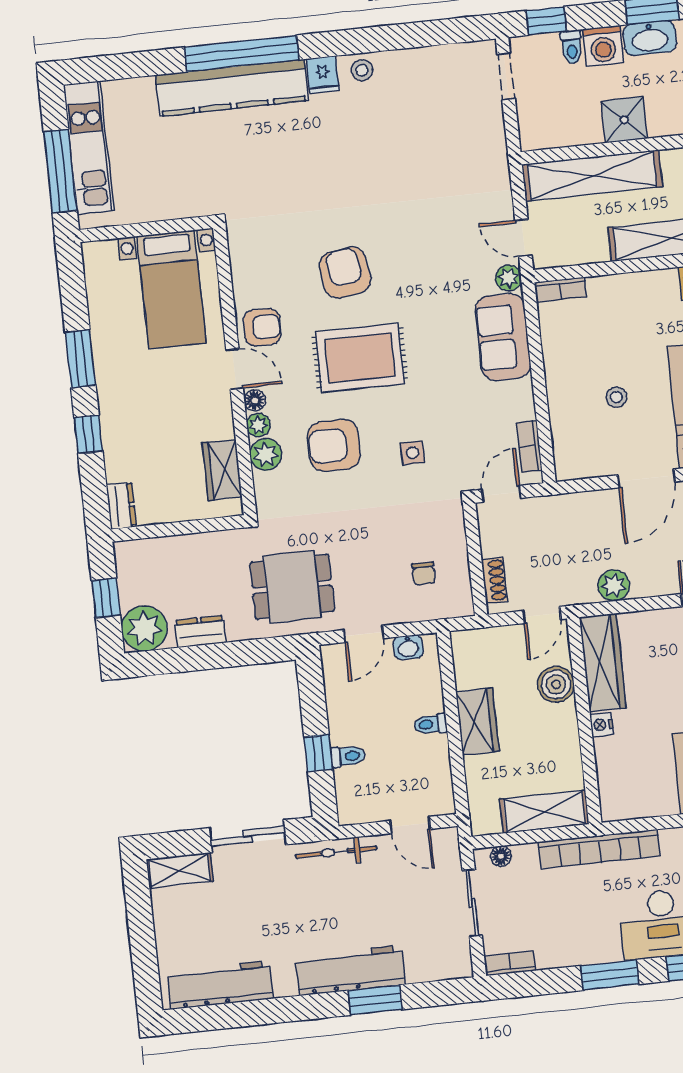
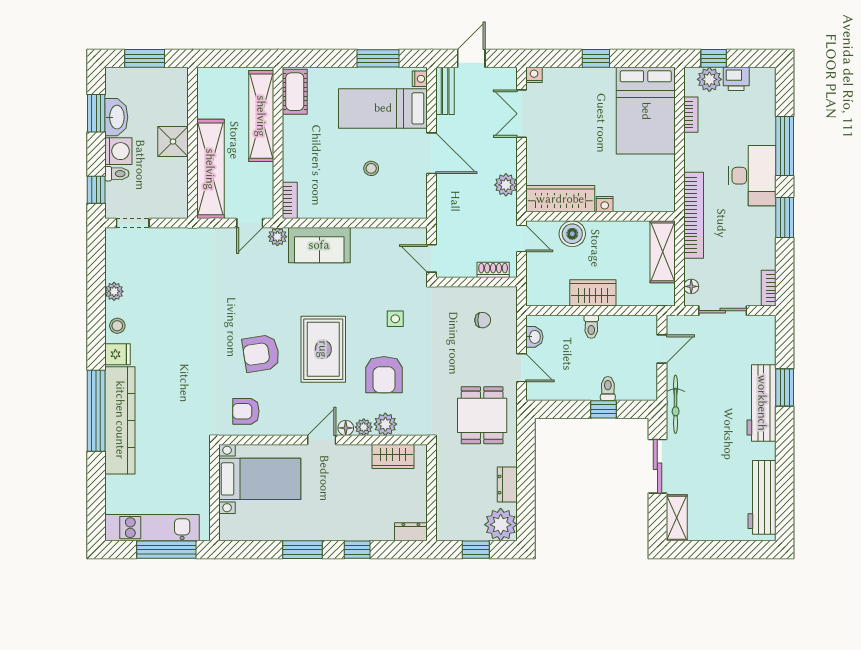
plant: (409, 61) -> (114, 291), added
armchair: (262, 327) -> (246, 411), moved, turned -90
bookcase: (529, 447) -> (400, 235), removed

